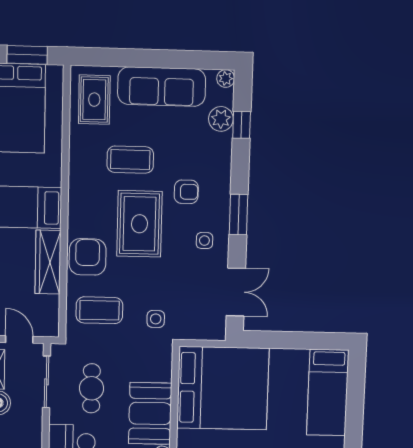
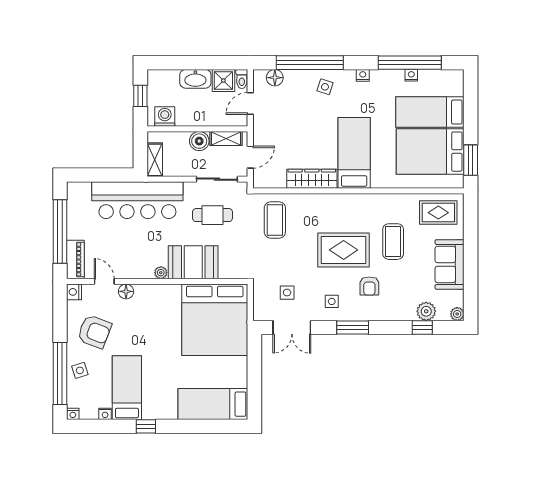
sofa: (162, 87) -> (450, 264), width x0.73
armchair: (88, 257) -> (317, 210), removed
side table: (156, 319) -> (287, 293), moved

